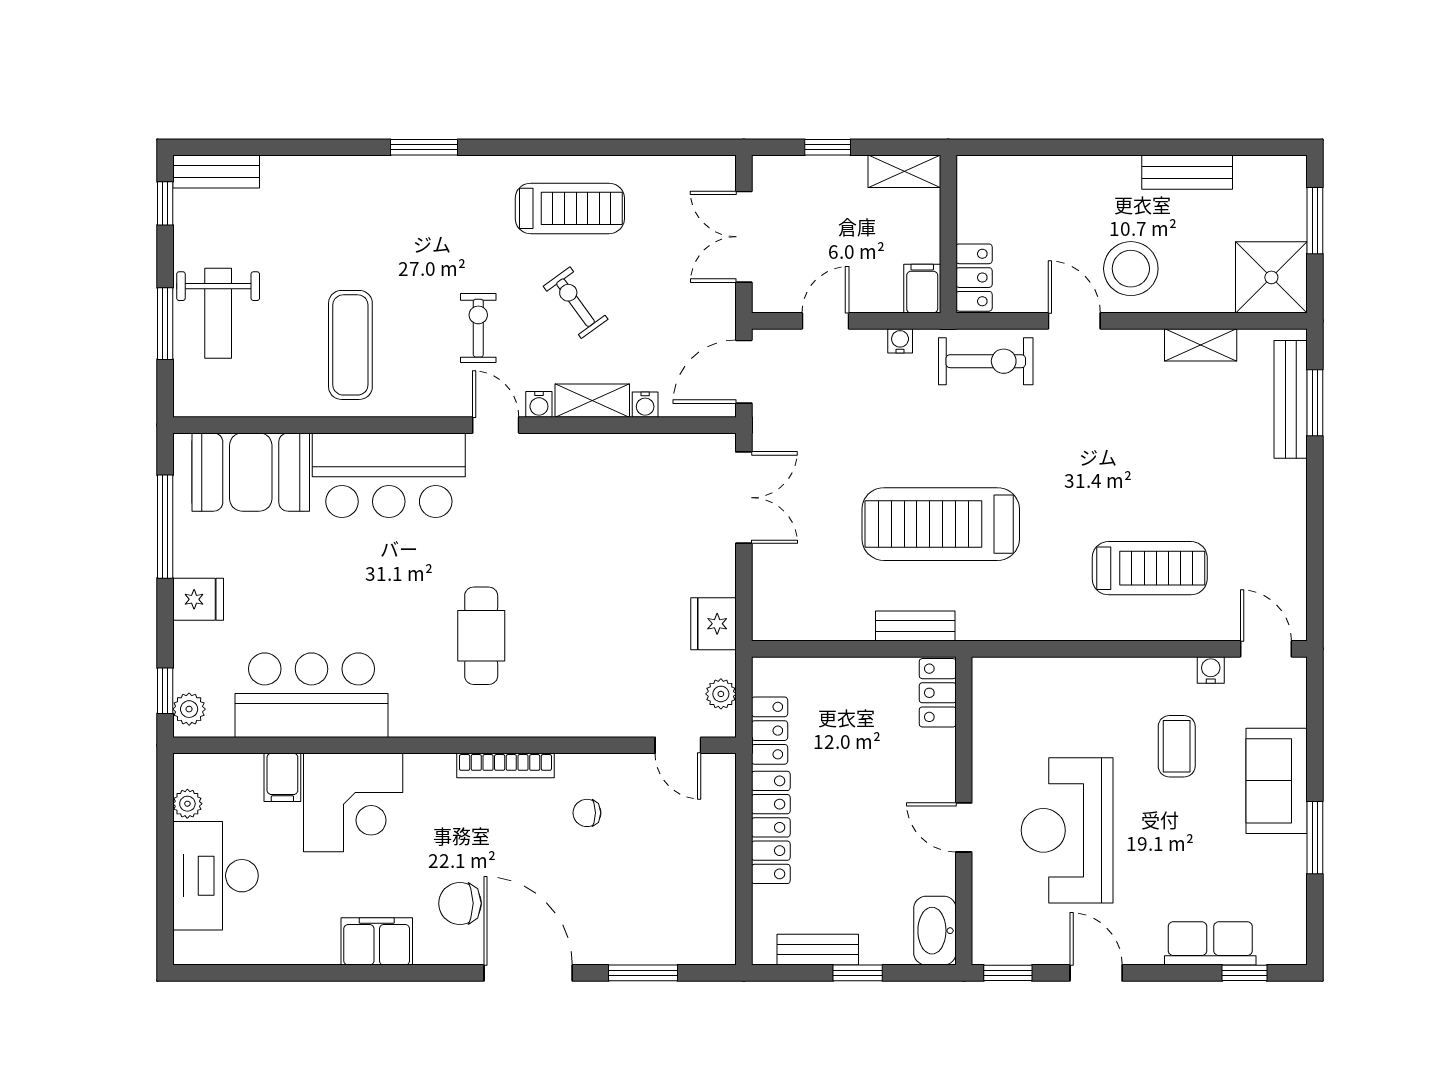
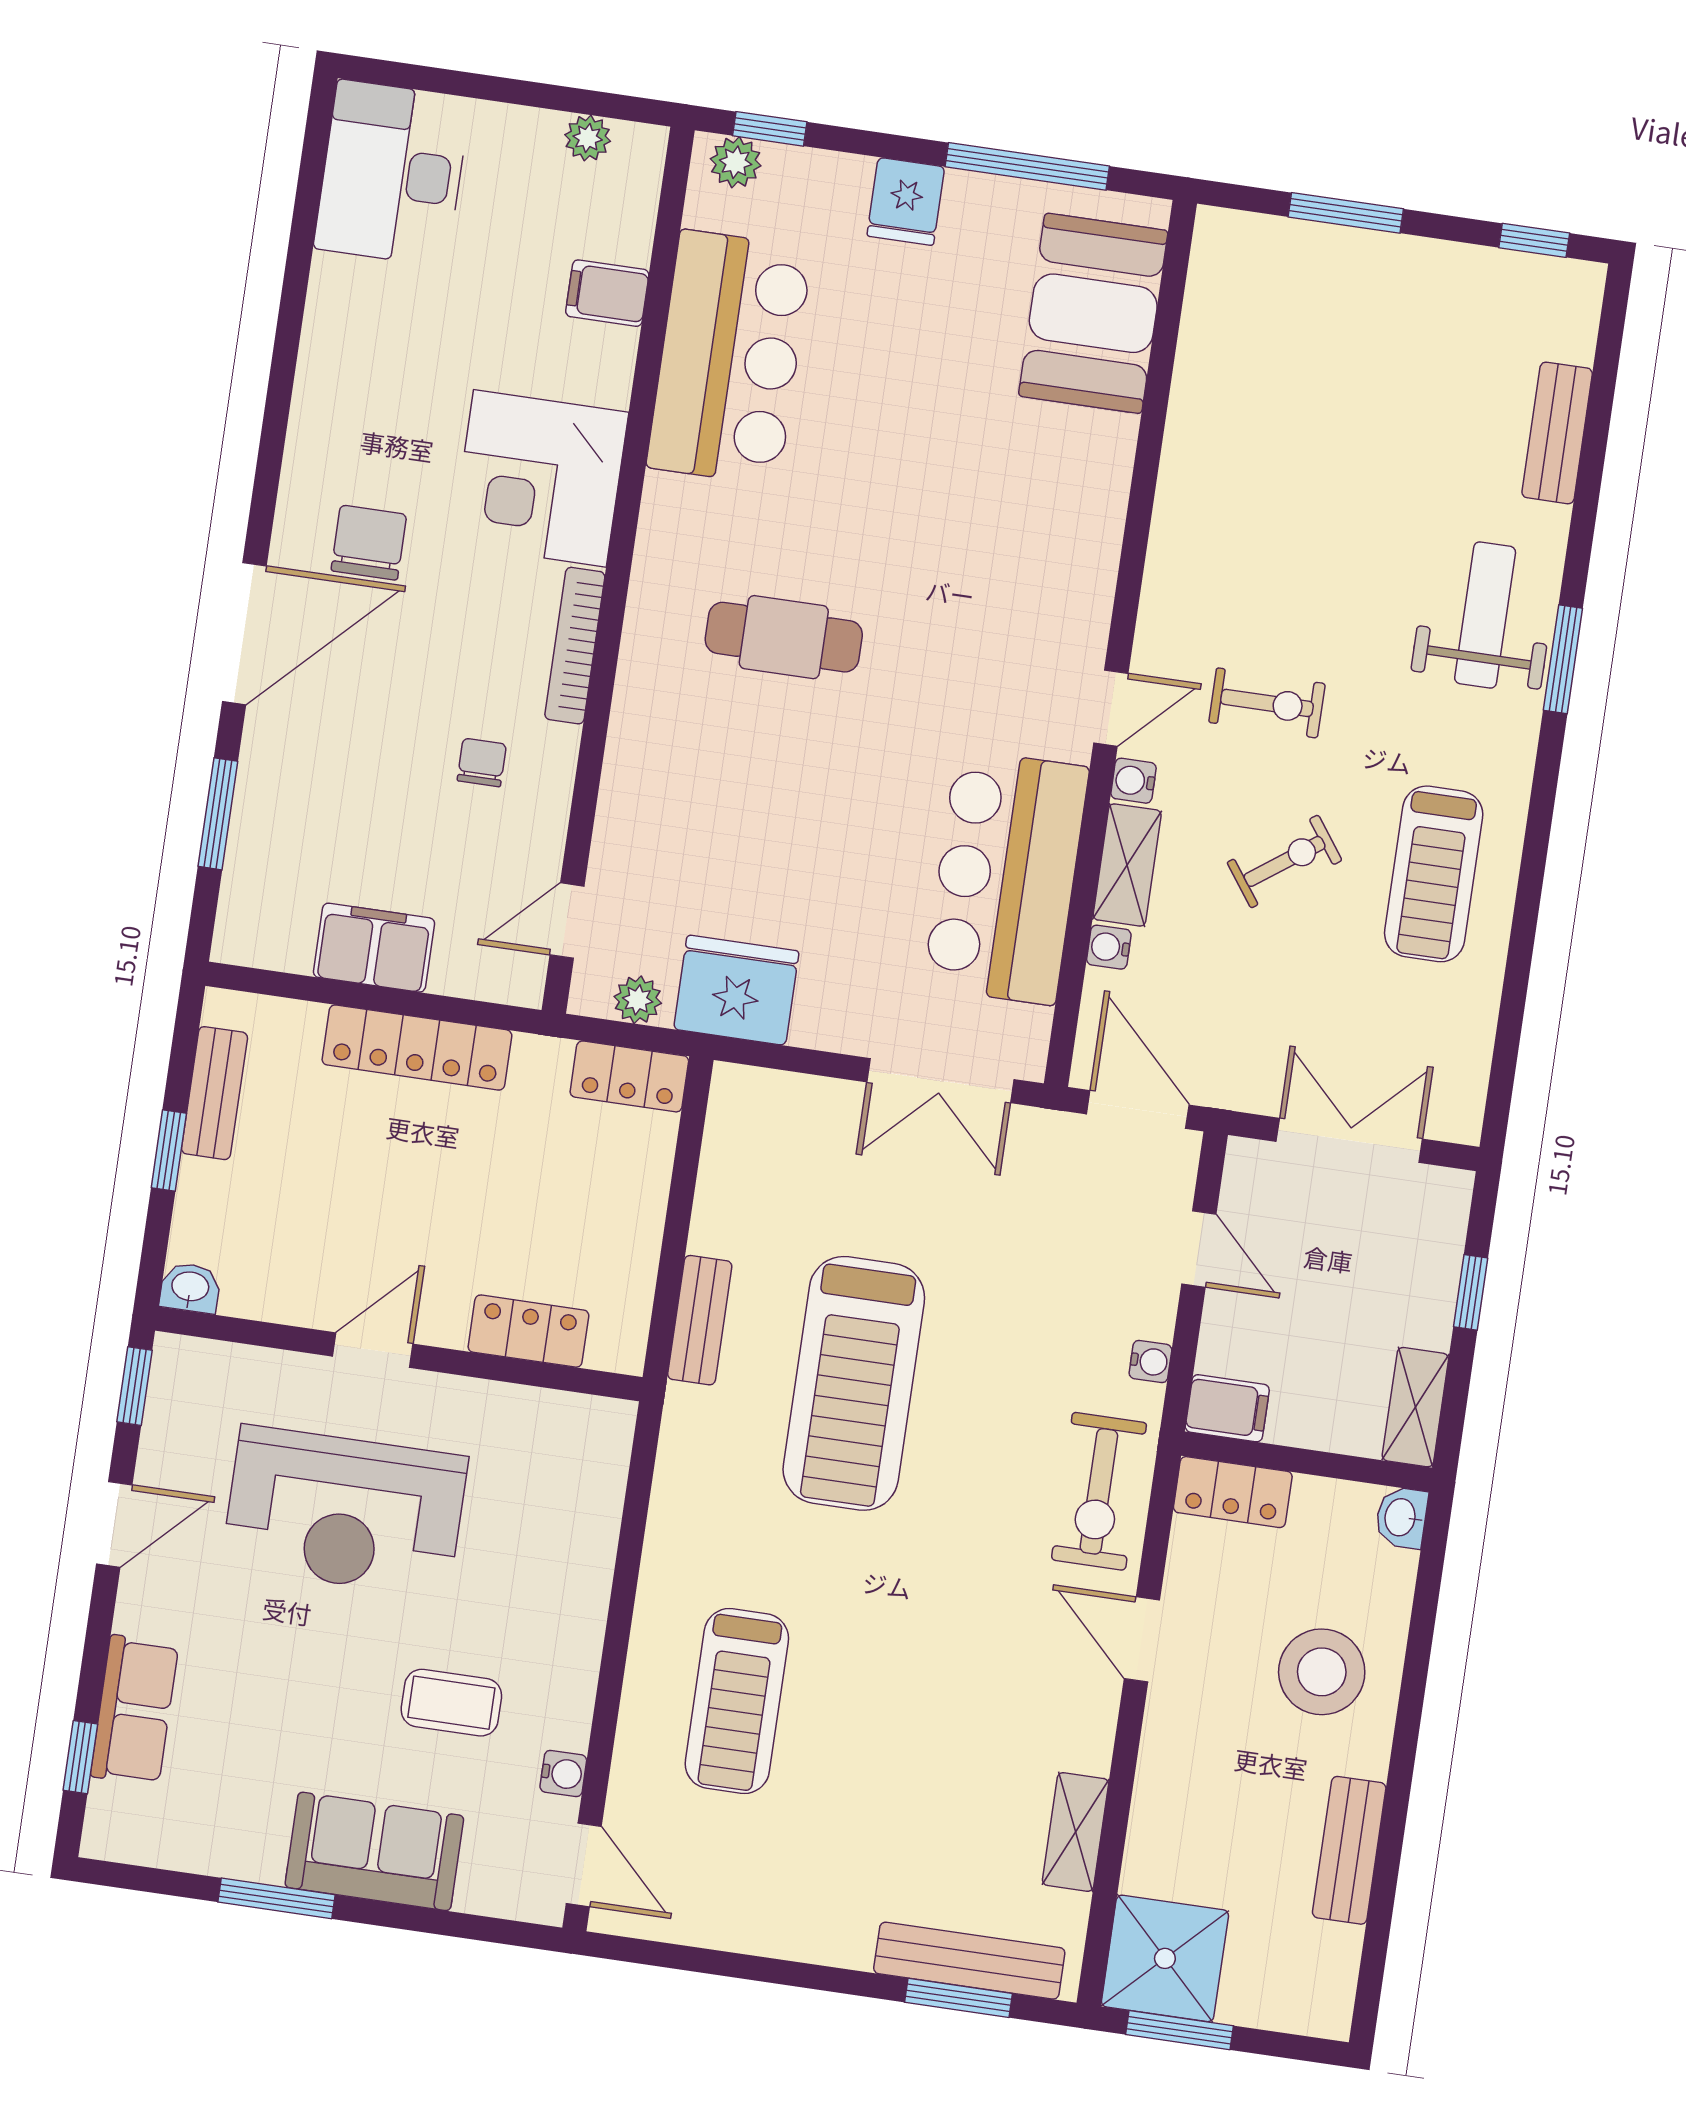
washbasin: (975, 170) -> (1401, 1517), added
bench: (216, 172) -> (1557, 433), moved
window: (1315, 221) -> (1180, 2030), moved
stool: (1131, 269) -> (1322, 1672), moved
weight bench: (218, 313) -> (1485, 615), moved, turned 90
door: (1074, 321) -> (1142, 1639), swing flipped
exercise mat: (350, 345) -> (1270, 499), removed
bar counter: (389, 475) -> (1006, 877), moved
treadmill: (941, 524) -> (854, 1383), turned 180
fridge: (714, 624) -> (736, 990), width x1.36, depth x1.34
door: (1266, 649) -> (584, 1865), hinge flipped
locker: (938, 693) -> (528, 1331), moved
locker: (770, 731) -> (629, 1076), moved
corner desk: (353, 802) -> (540, 478), moved
reception desk: (1067, 830) -> (345, 1511), turned 180
desk: (215, 876) -> (392, 173), moved, turned -90
washbasin: (935, 931) -> (190, 1288), width x0.52, depth x0.69
filing cabinet: (377, 941) -> (374, 948), moved, turned -90

